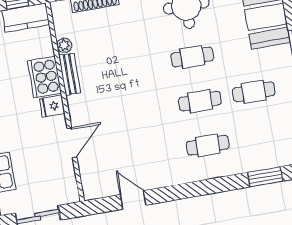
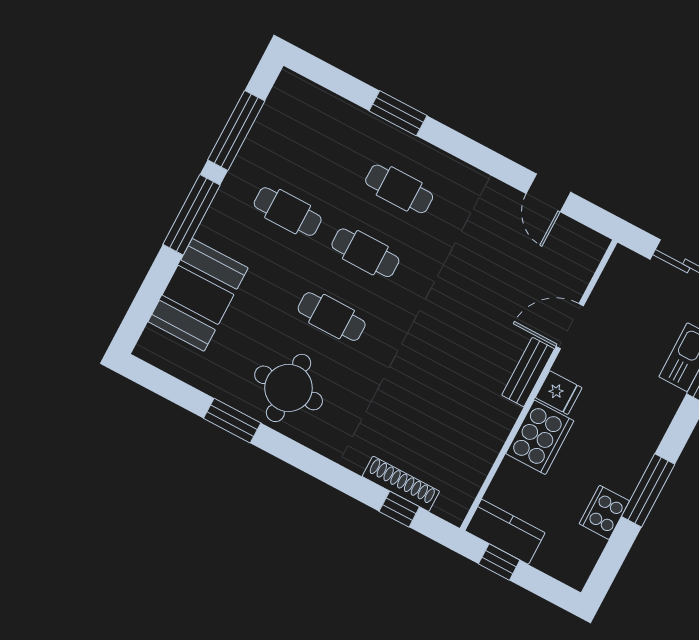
plant: (64, 45) -> (483, 458), removed
bench: (70, 74) -> (528, 372), moved
window: (265, 177) -> (398, 113), moved

